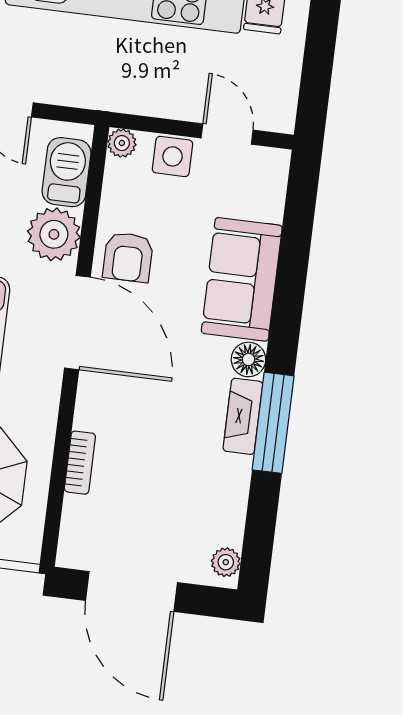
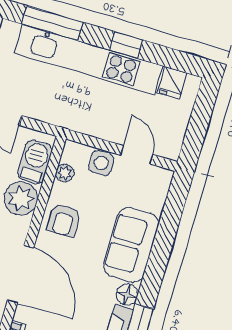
plant: (122, 143) -> (65, 173), moved
door: (77, 323) -> (21, 274), moved

